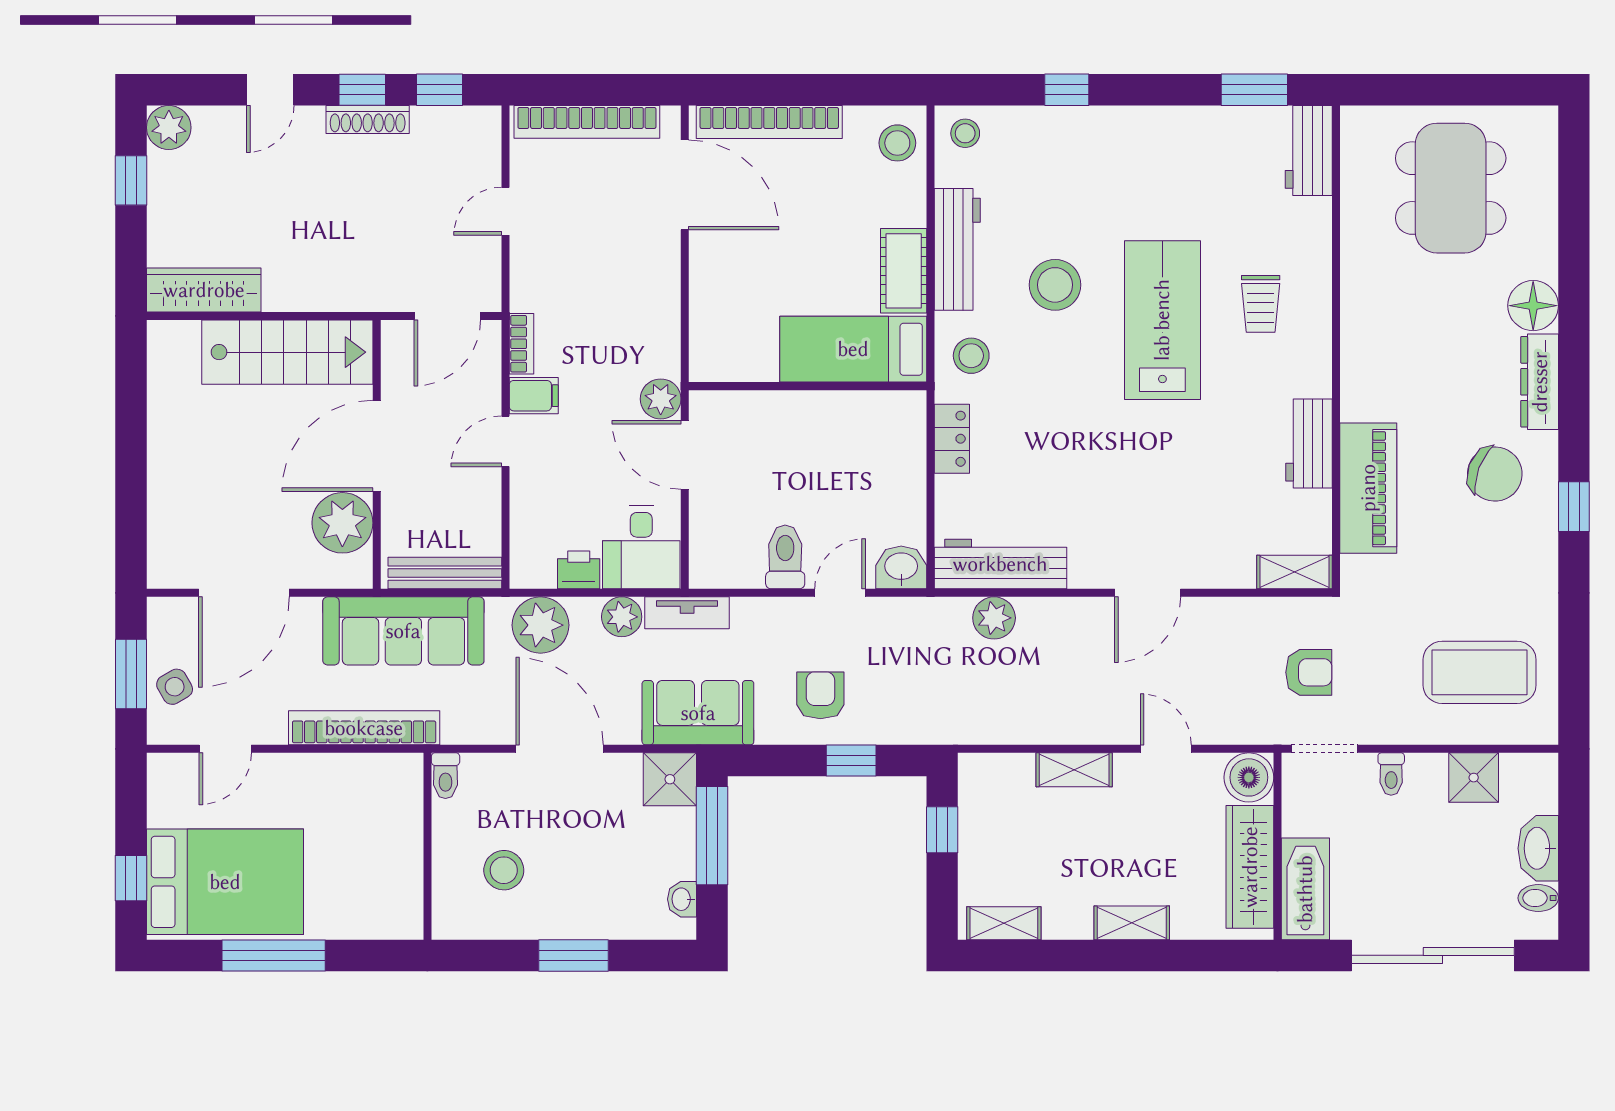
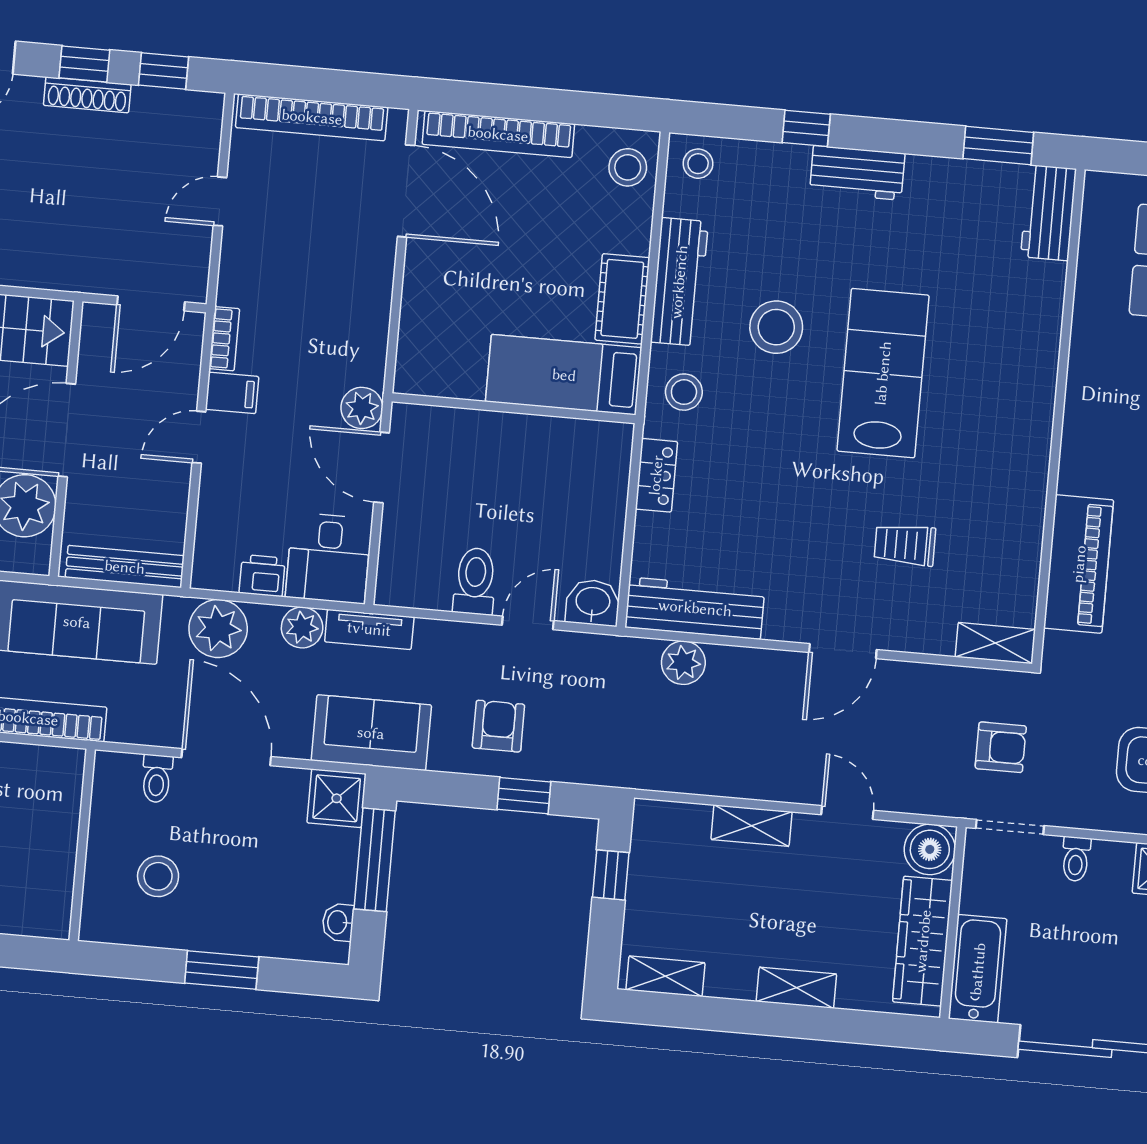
trolley: (1261, 304) -> (905, 545), moved, turned 90
workbench: (1309, 444) -> (857, 173), moved, turned -90
toilet: (445, 776) -> (157, 779), moved

